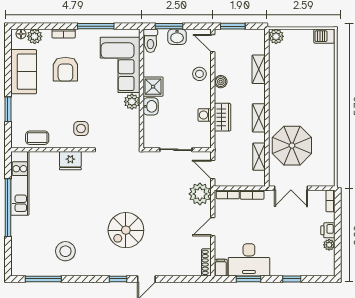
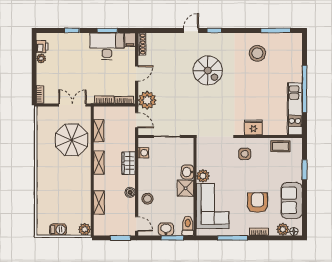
barbecue: (324, 36) -> (58, 230), moved
washing machine: (205, 115) -> (143, 153), moved
spiral stairs: (126, 230) -> (208, 71), turned 90
printer: (328, 230) -> (42, 47), moved

